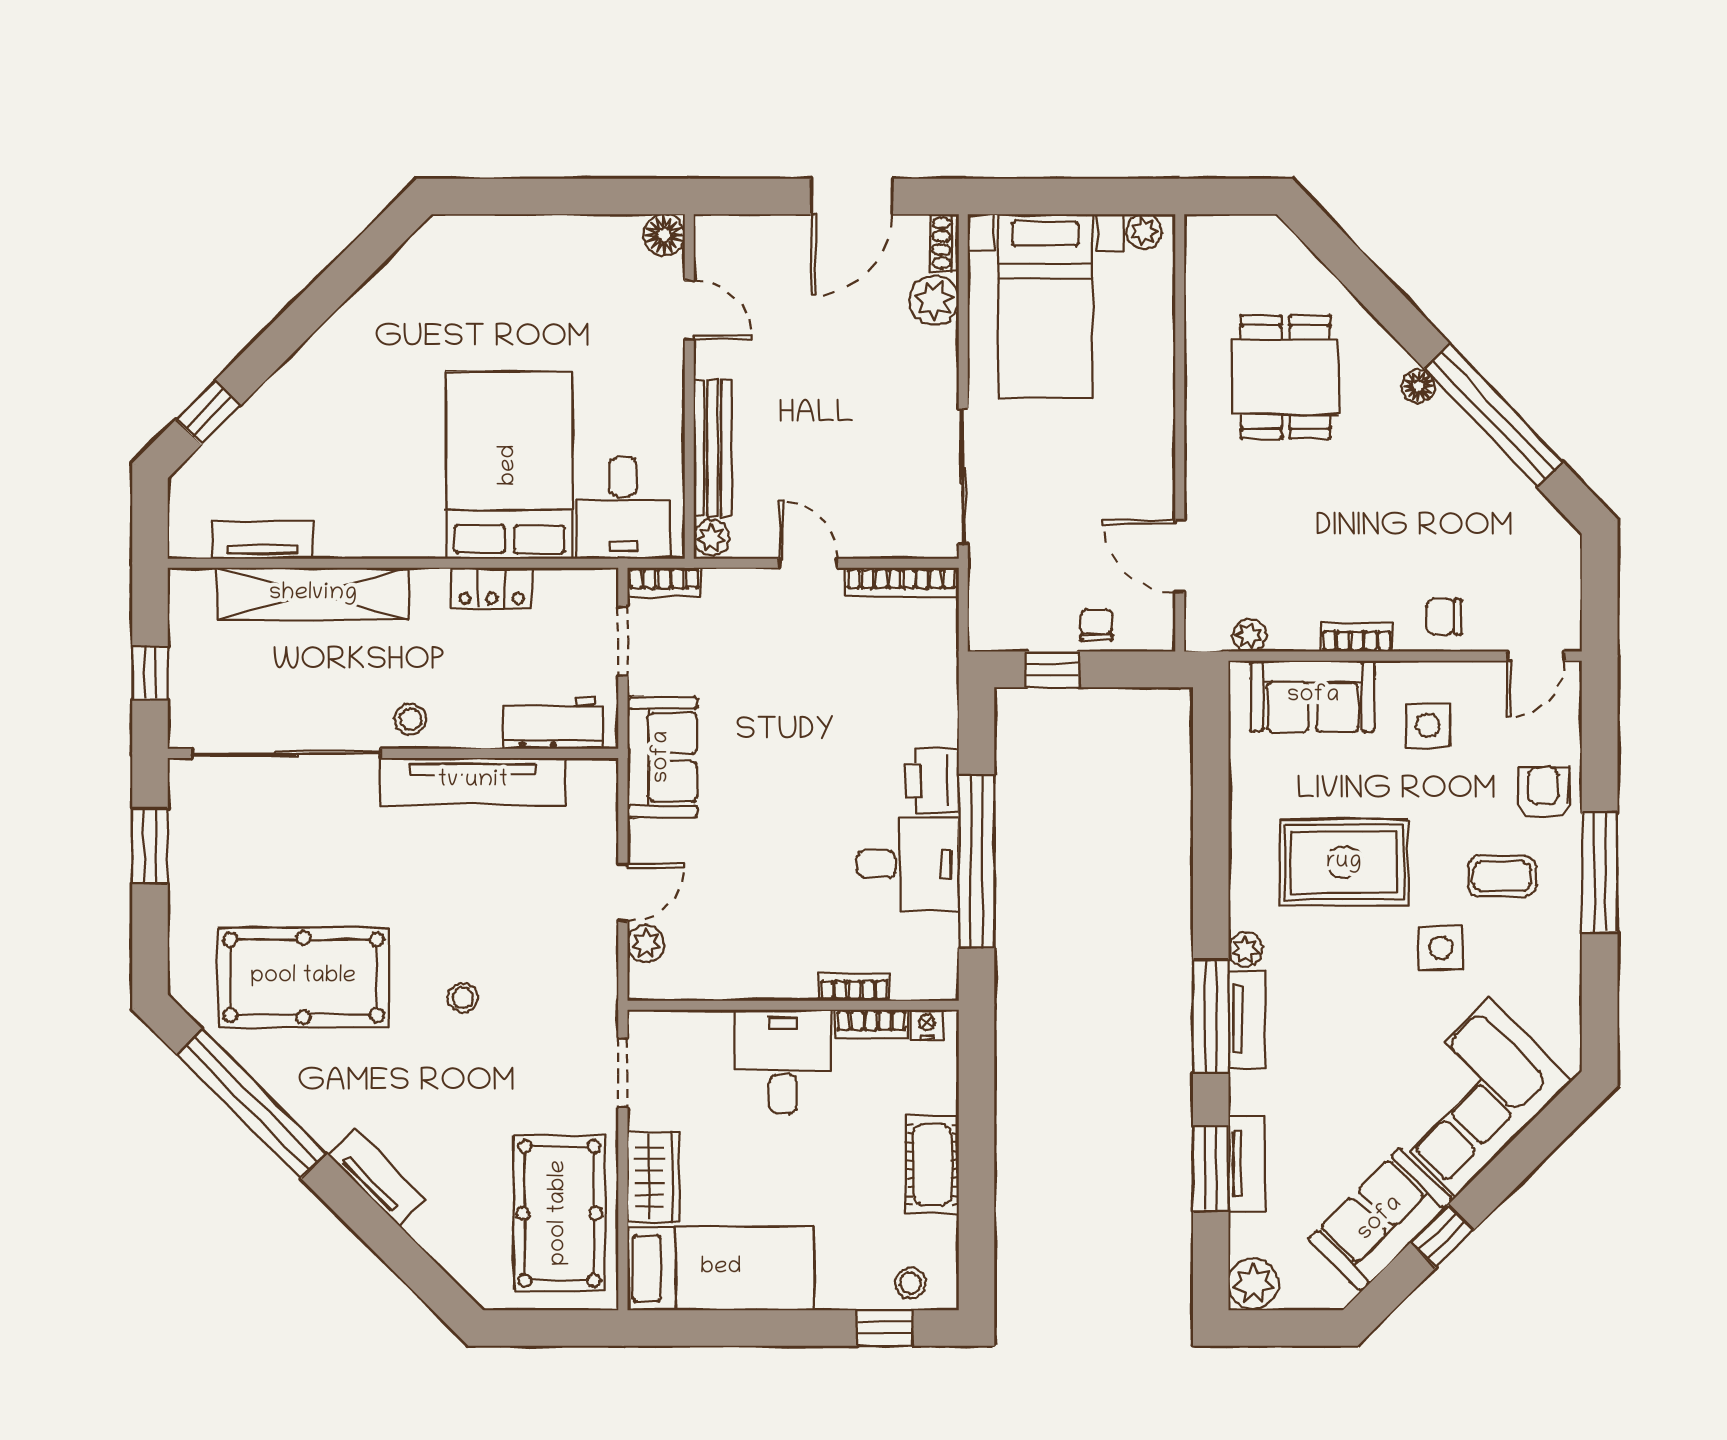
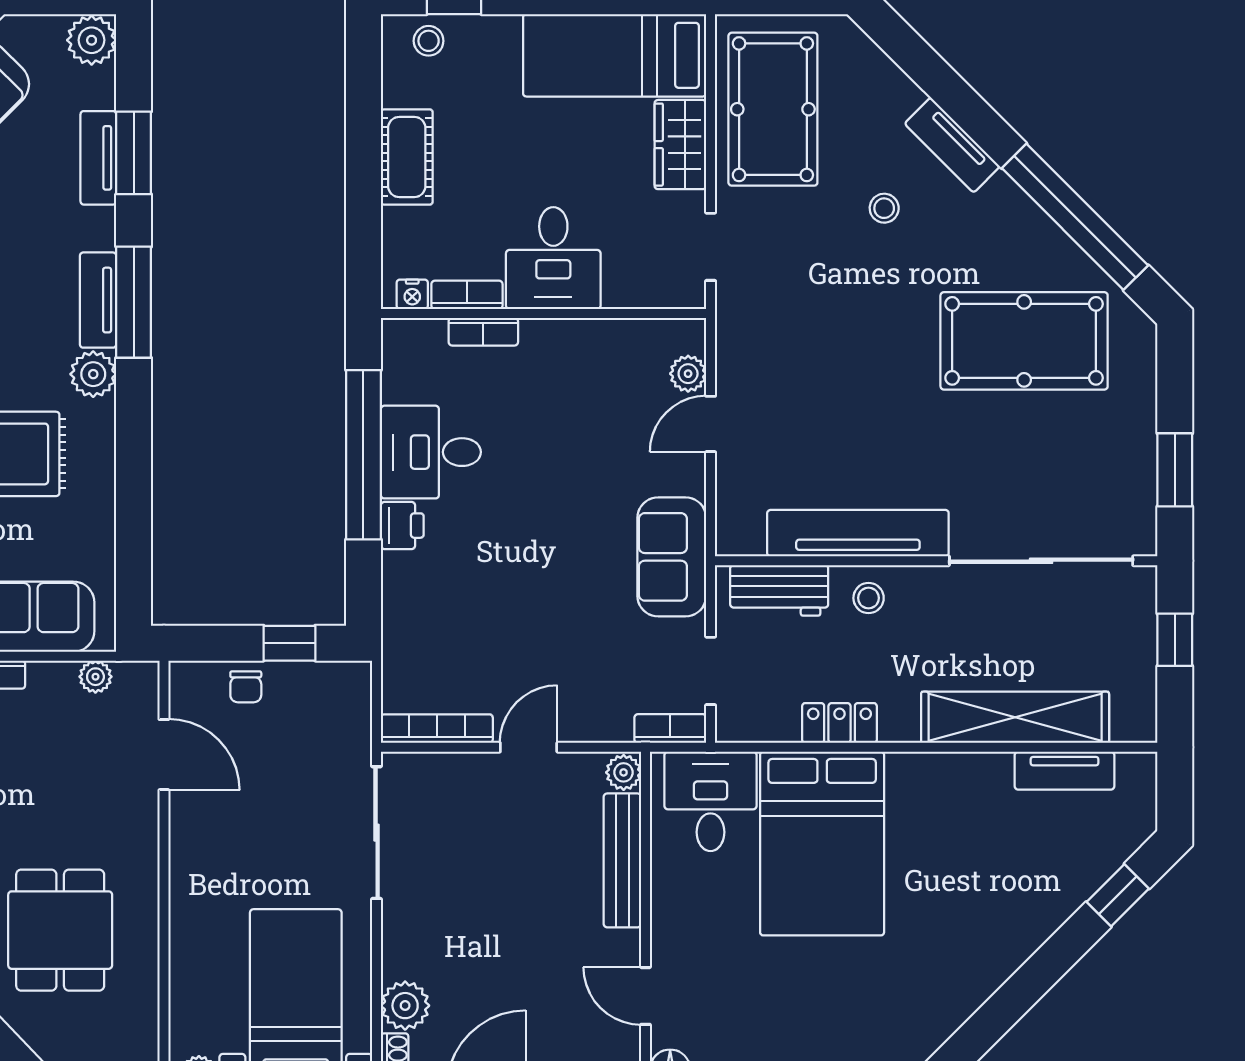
door: (808, 563) -> (529, 747), swing flipped
stool: (410, 719) -> (869, 598), moved
printer: (932, 780) -> (402, 526), width x0.73, depth x0.81
plant: (1245, 950) -> (93, 374), width x1.38, depth x1.38
stool: (463, 998) -> (884, 208), moved

